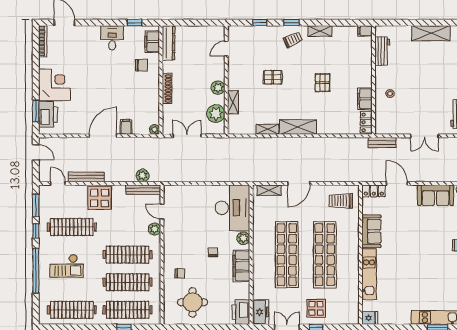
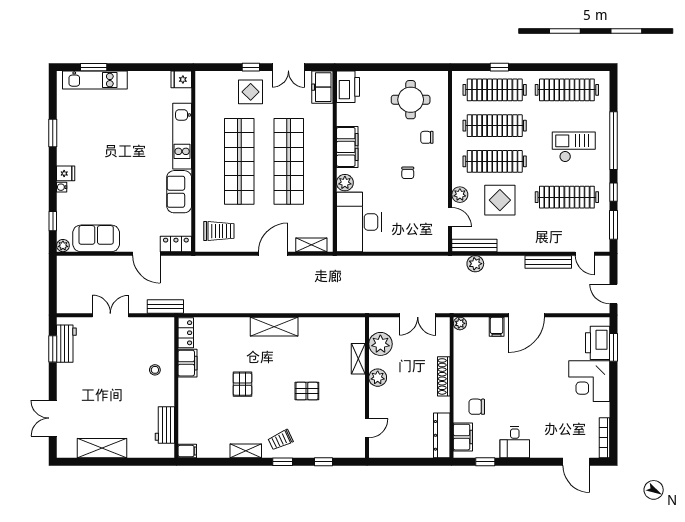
shelving: (267, 129) -> (314, 324), removed
display table: (100, 198) -> (500, 200), moved
chair: (213, 252) -> (408, 173), moved

